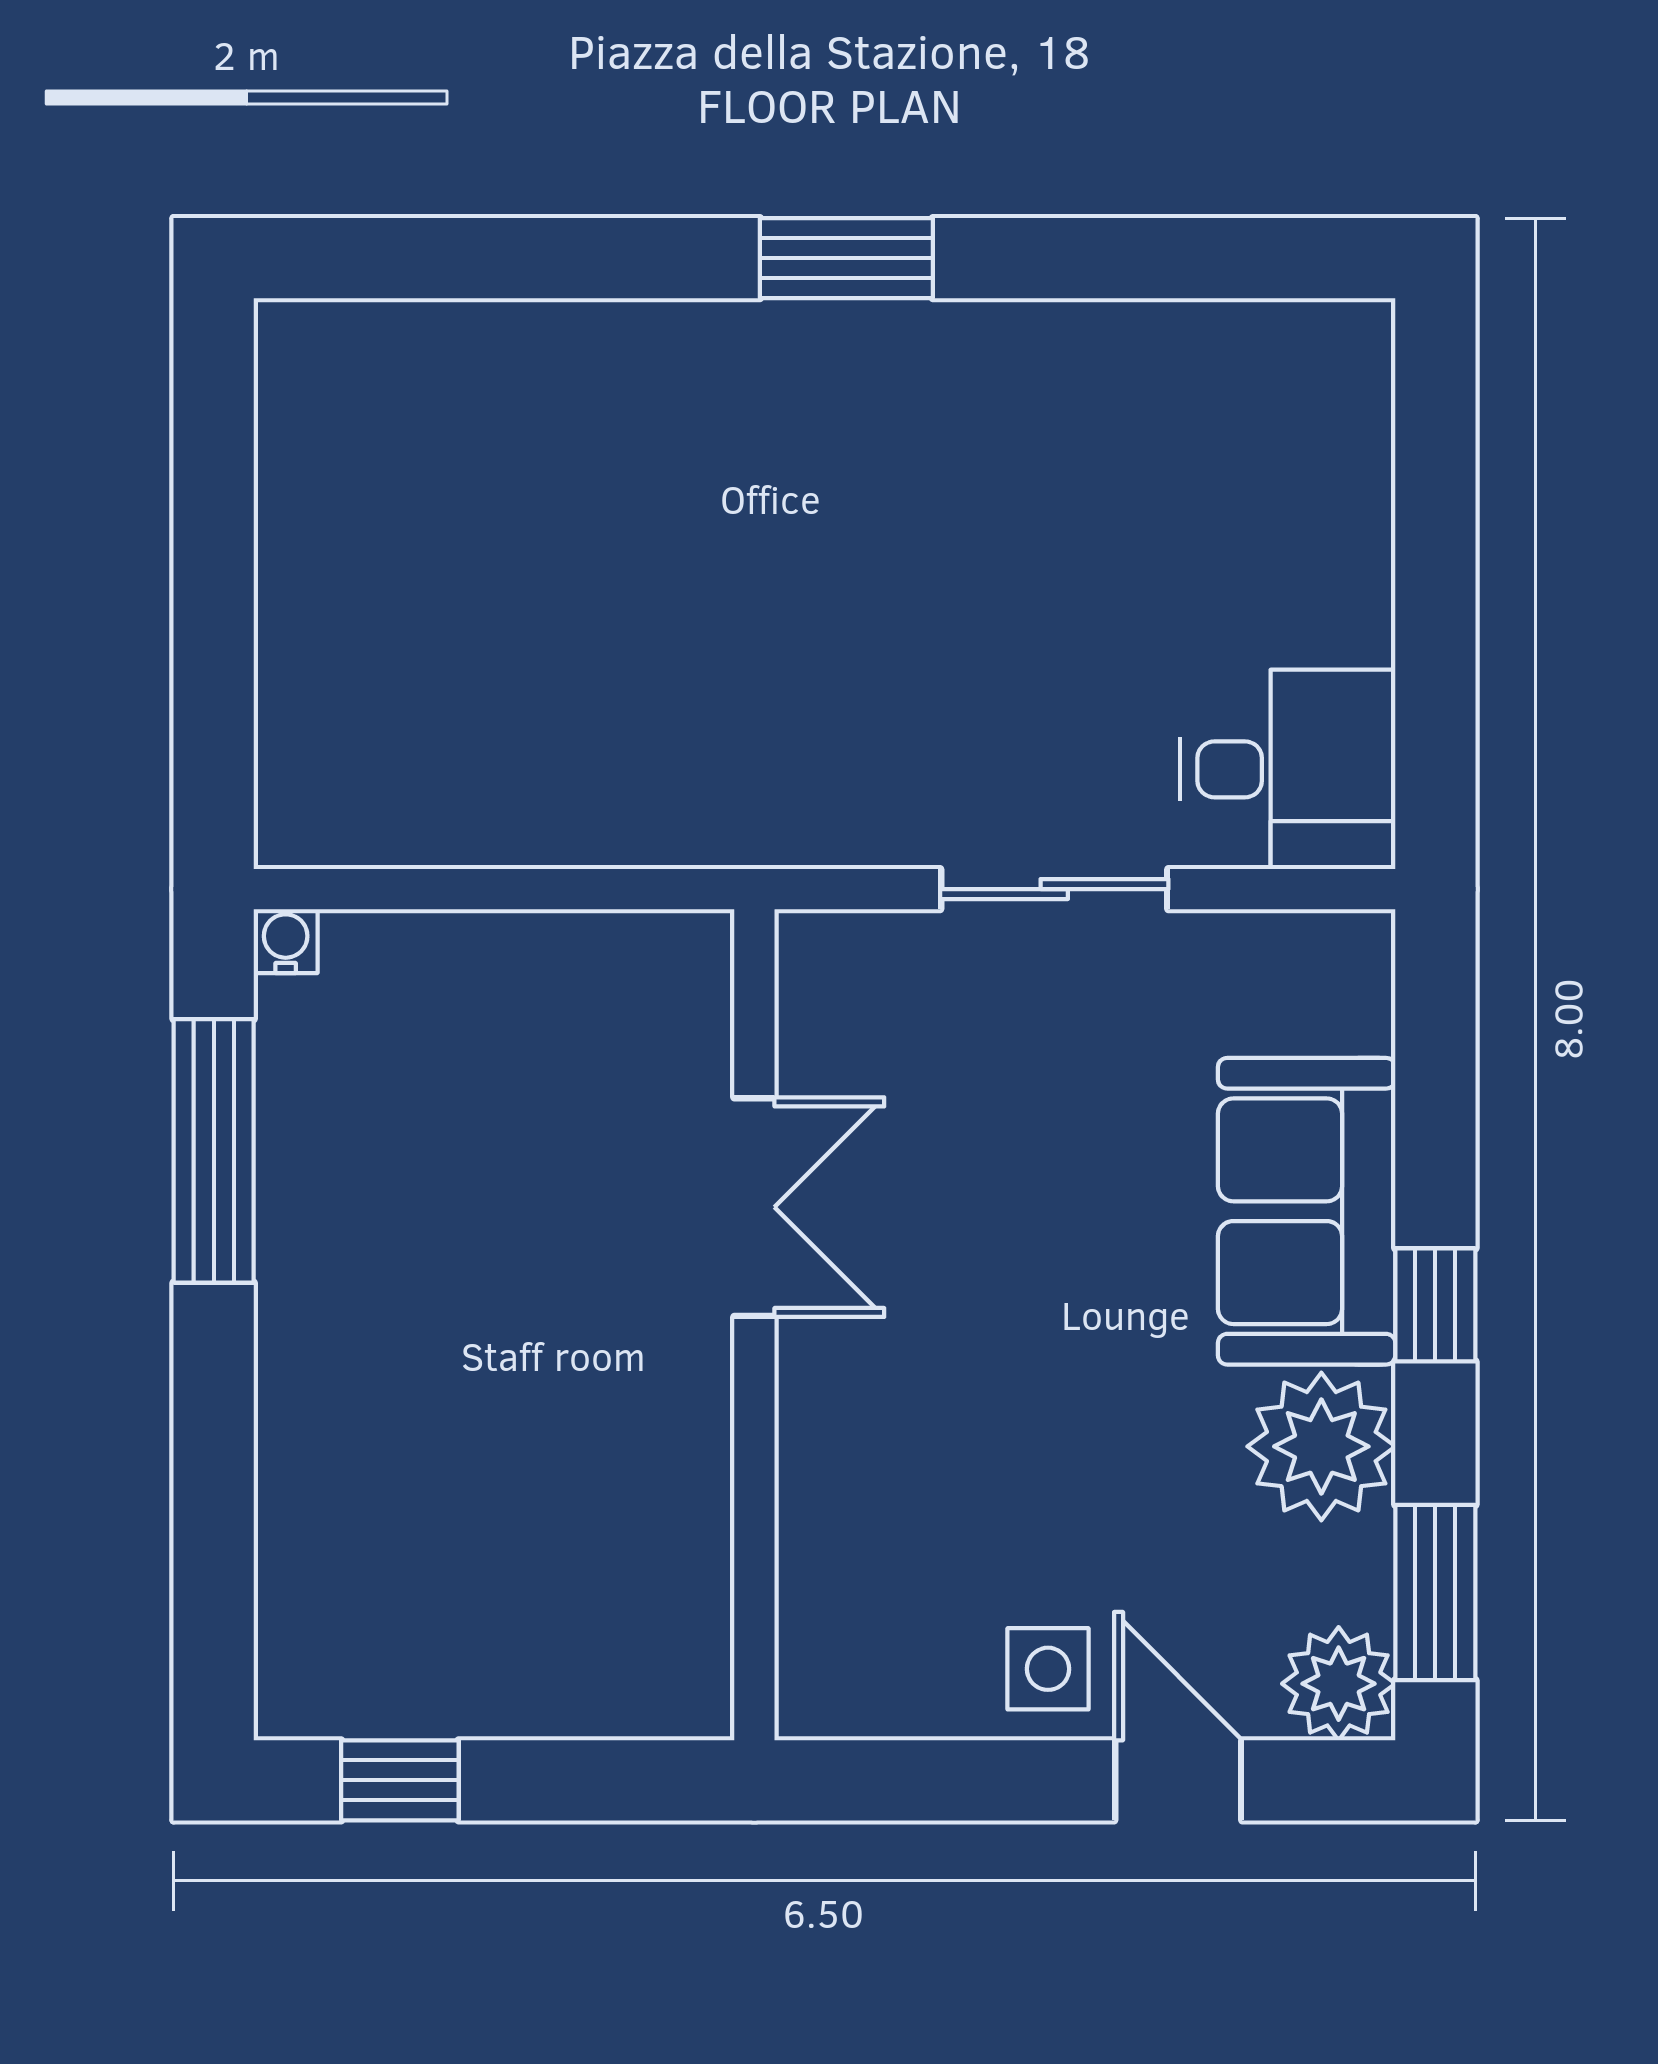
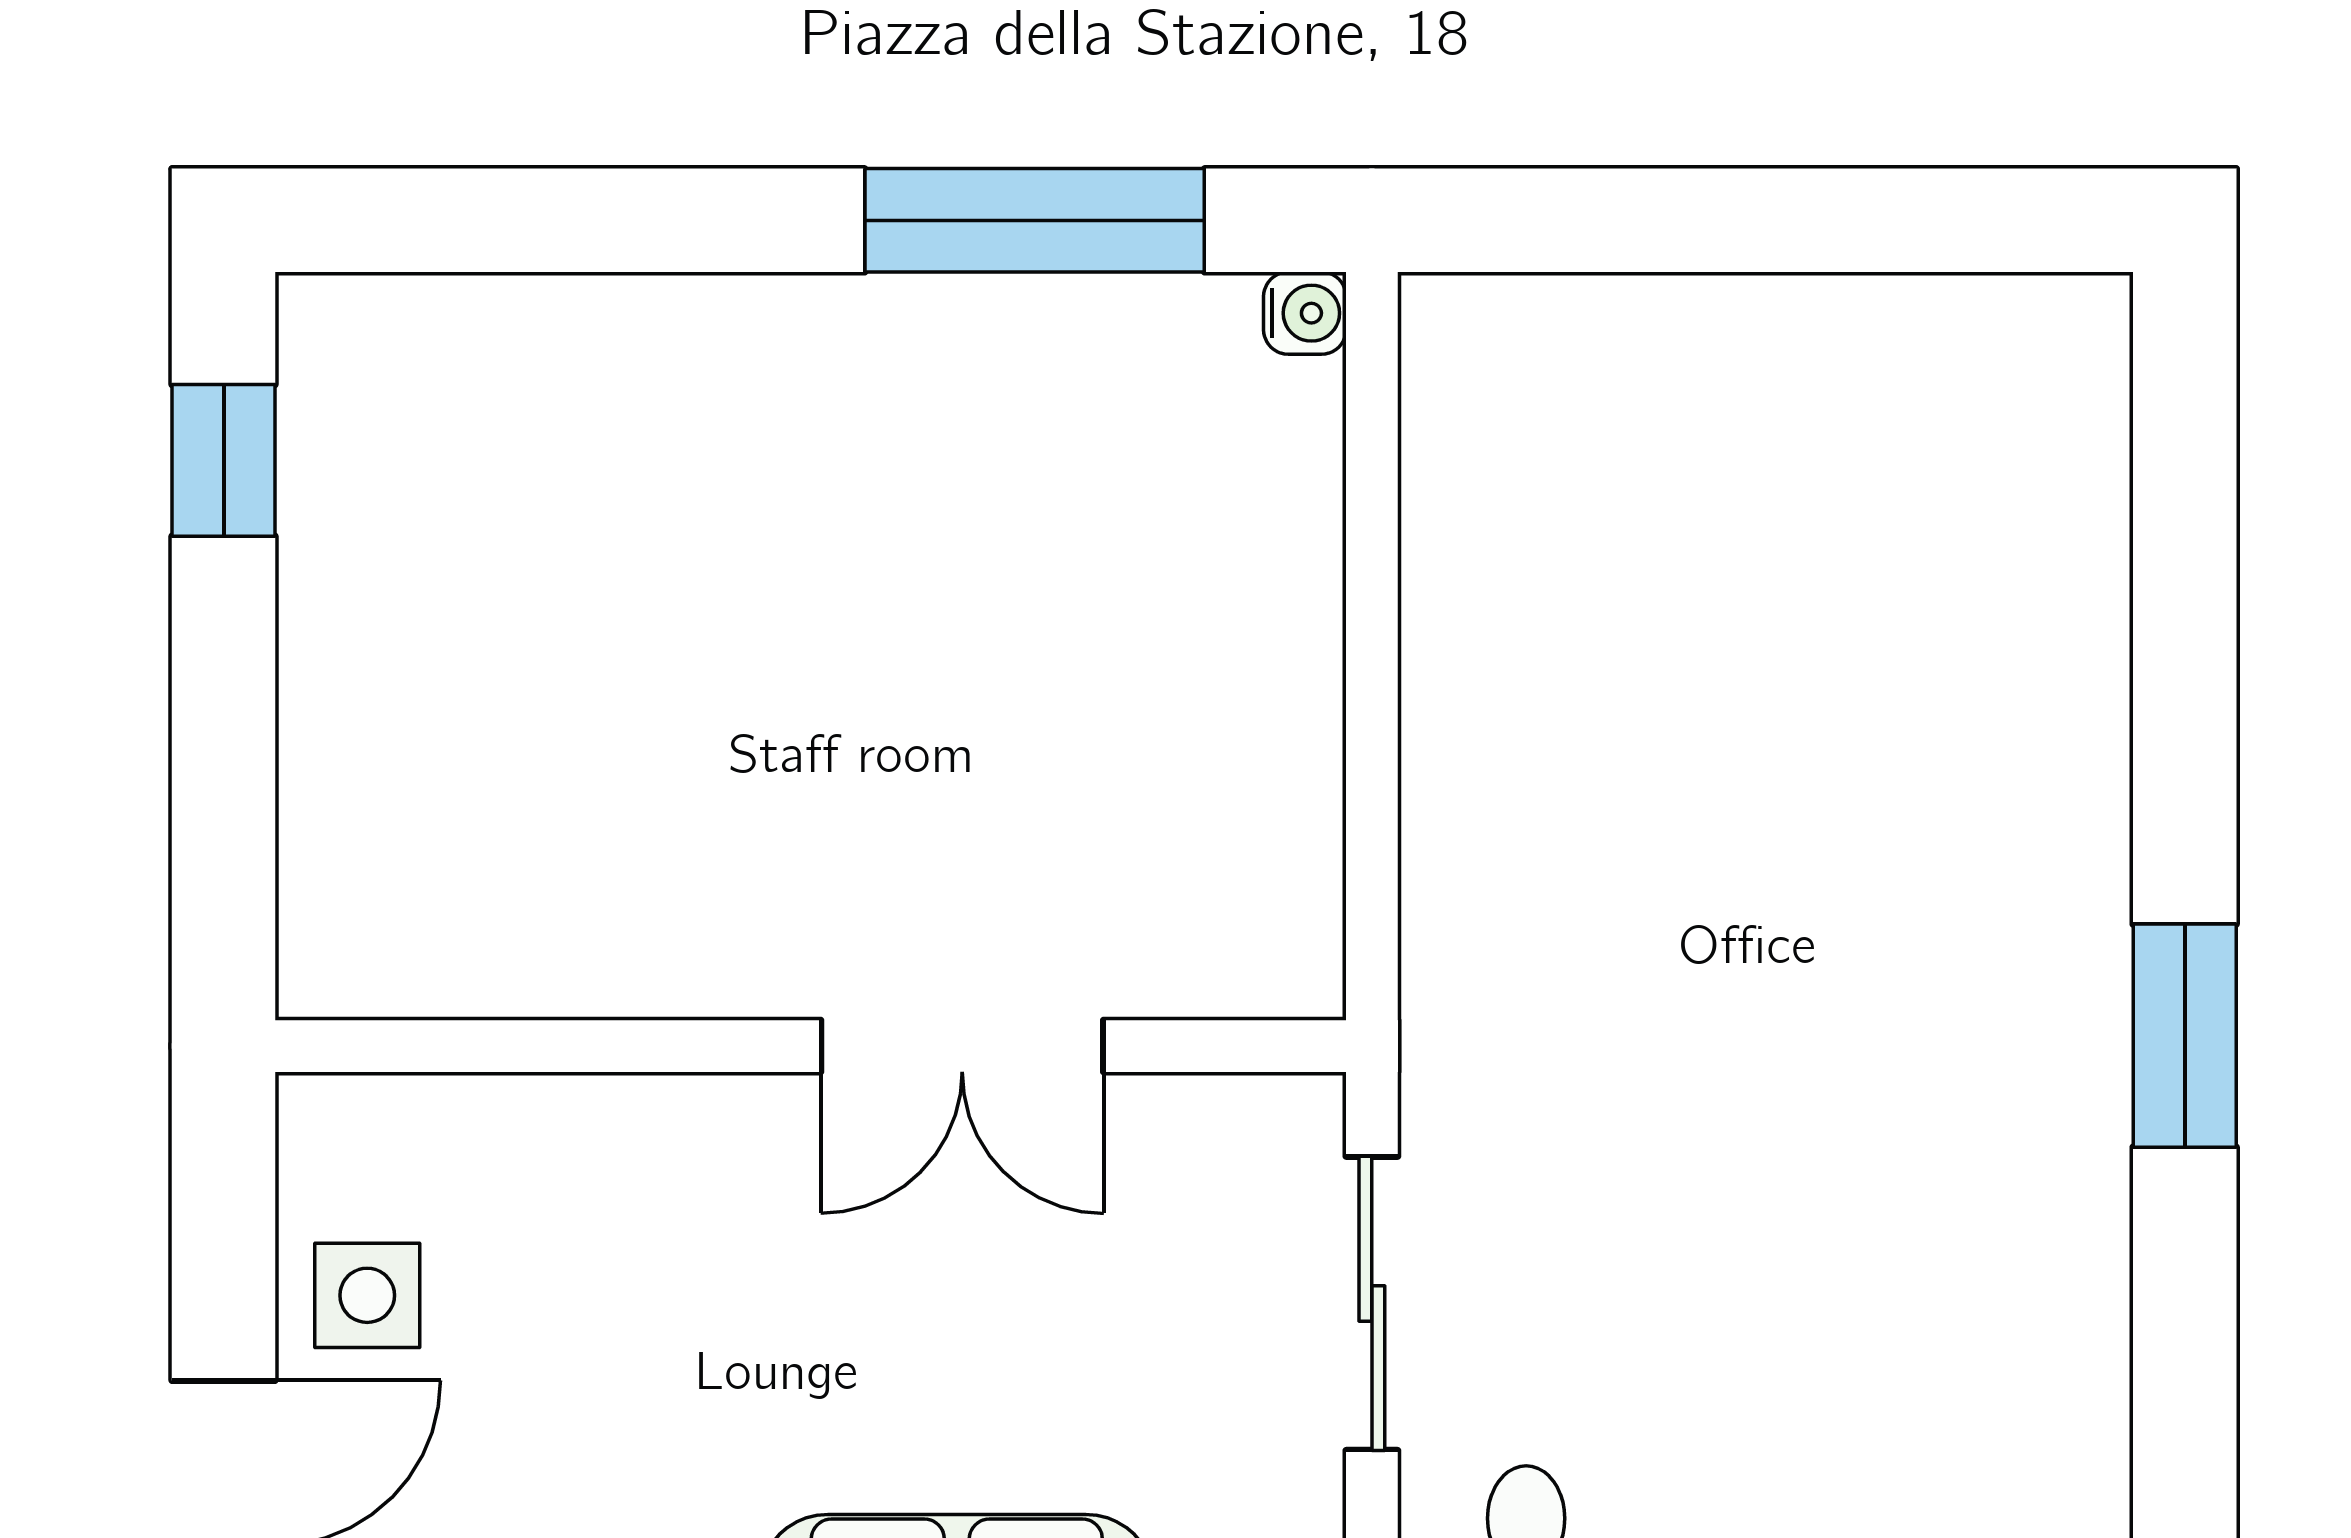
double door: (754, 1207) -> (962, 1046), moved
wall: (754, 1325) -> (811, 1046), moved

